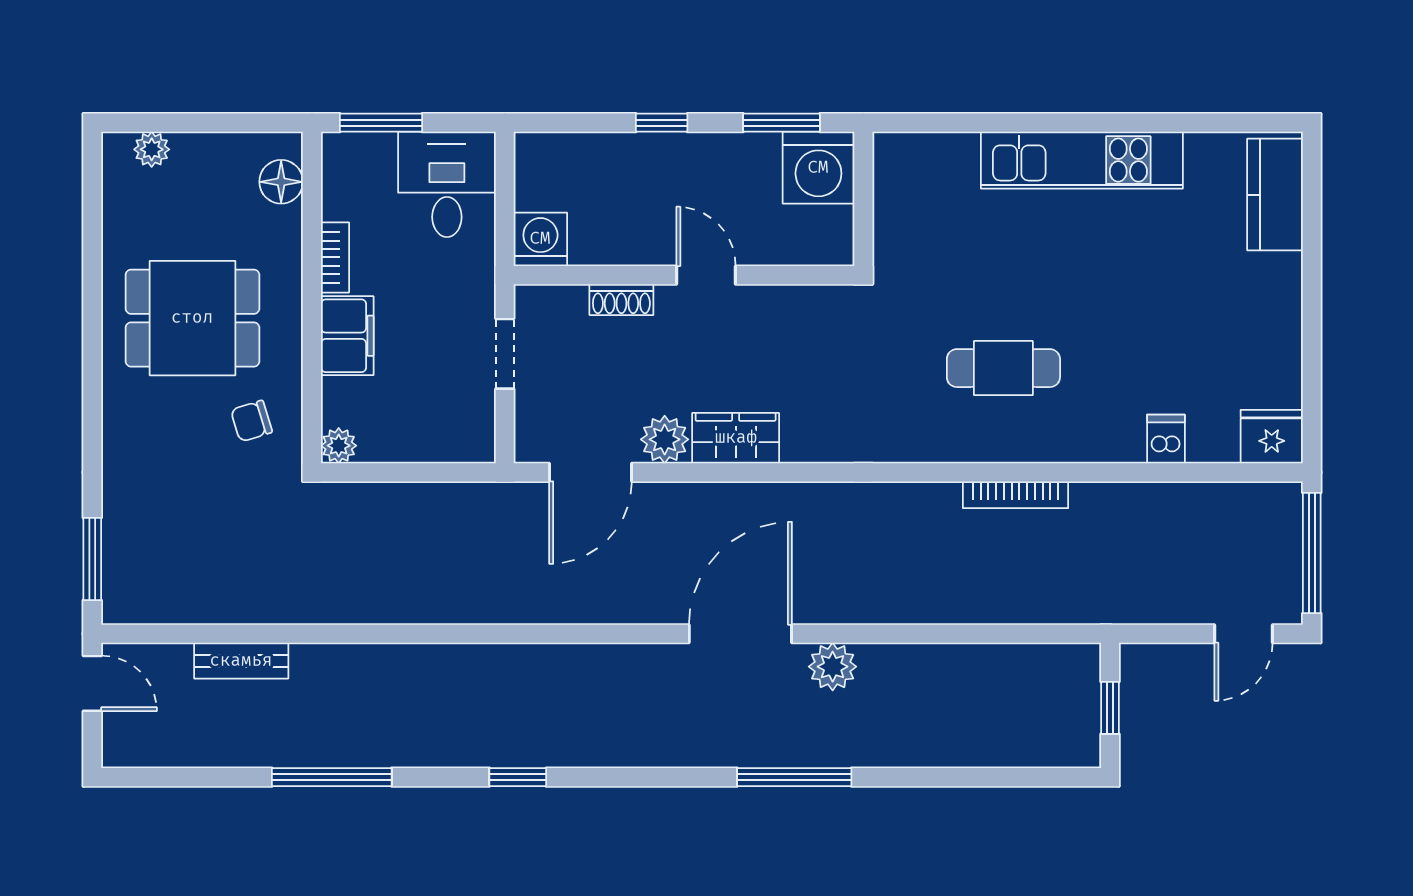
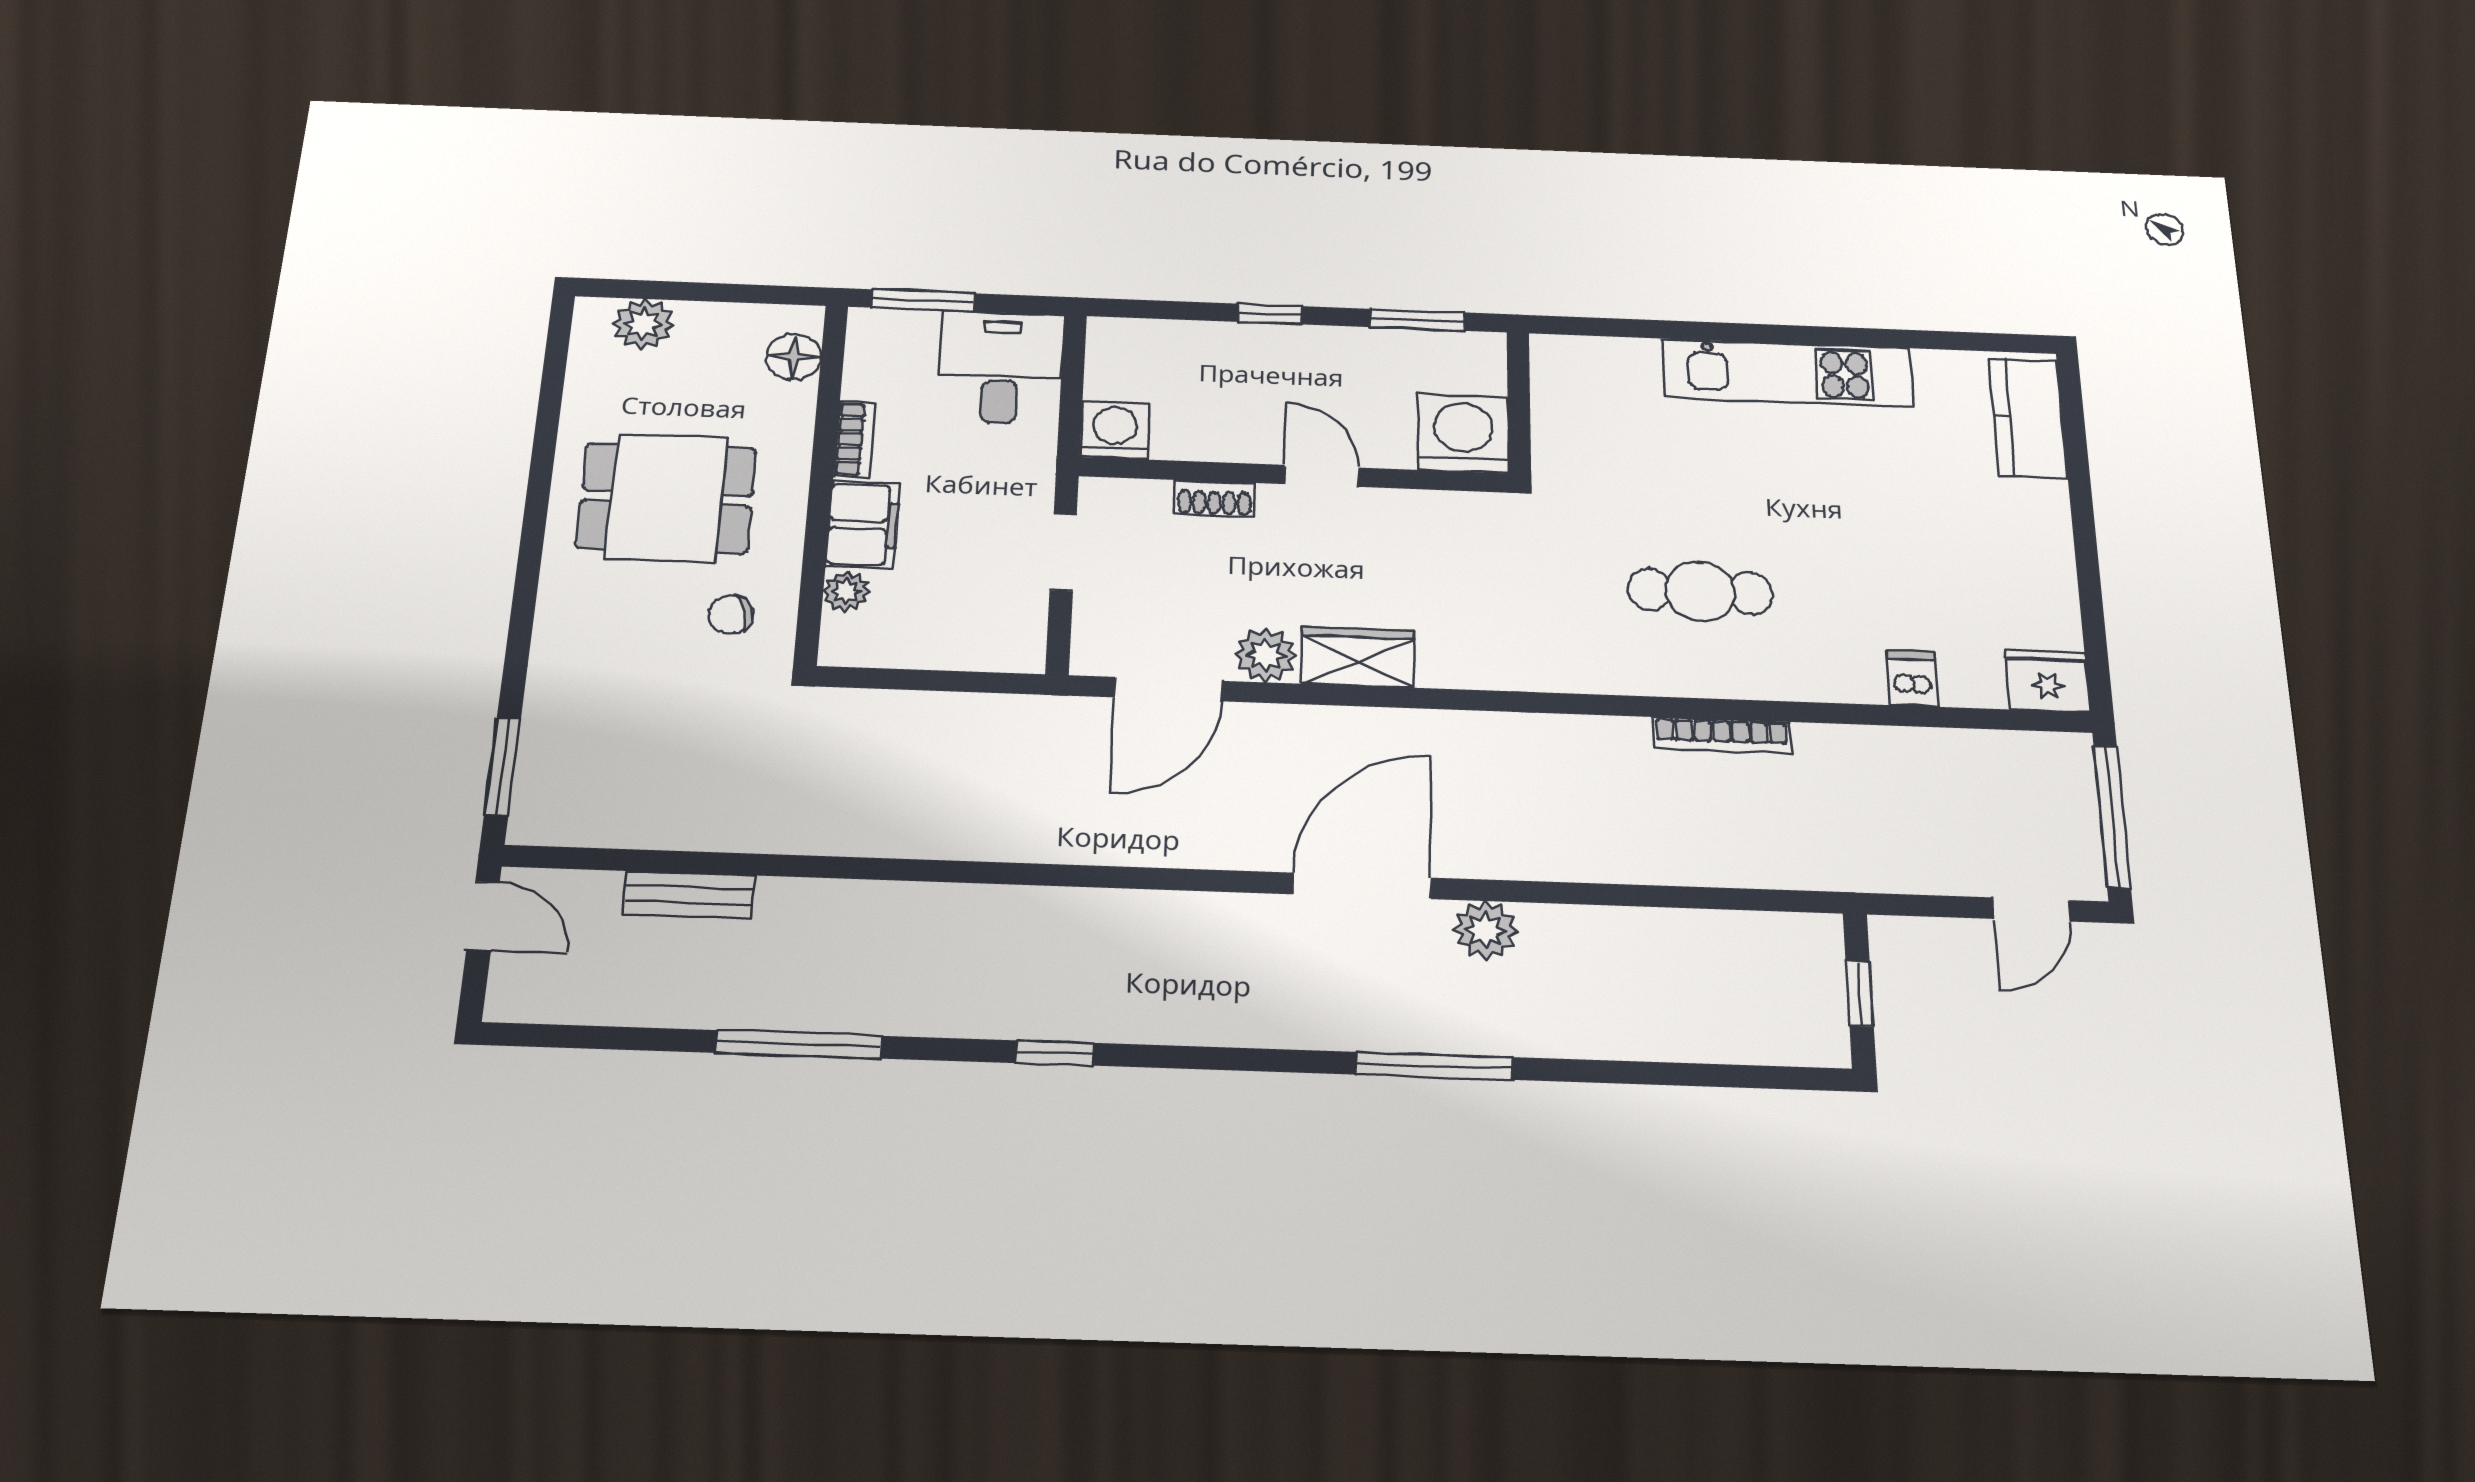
plant: (152, 149) -> (643, 324), width x1.38, depth x1.38
washing machine: (818, 168) -> (1463, 433), moved, turned 180
plant: (339, 446) -> (846, 591), moved

